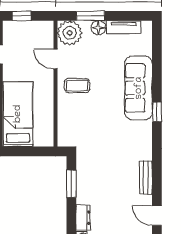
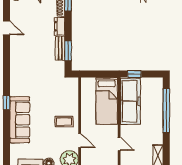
bench: (146, 178) -> (60, 48), moved

